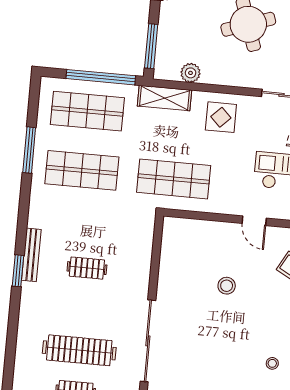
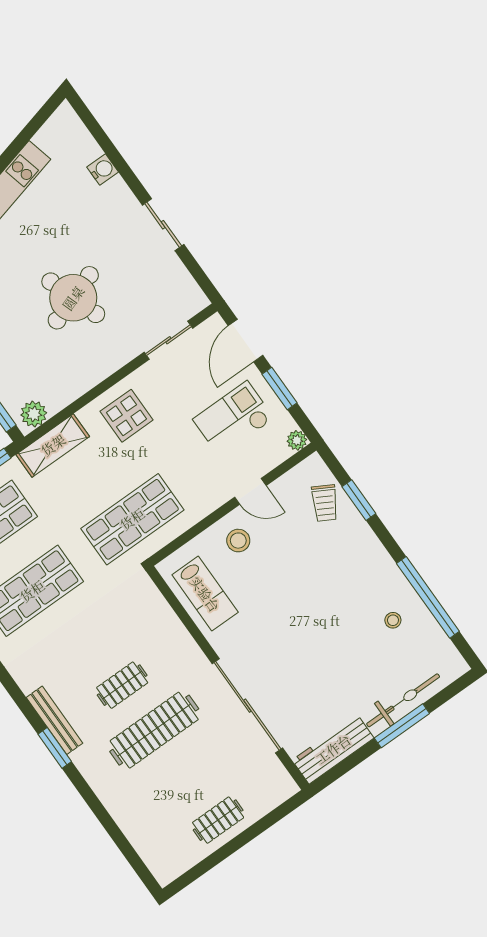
plant: (191, 73) -> (34, 414), moved
lab bench: (179, 256) -> (205, 594), added
stool: (227, 286) -> (238, 541), moved
clothes rail: (79, 350) -> (154, 730), moved

